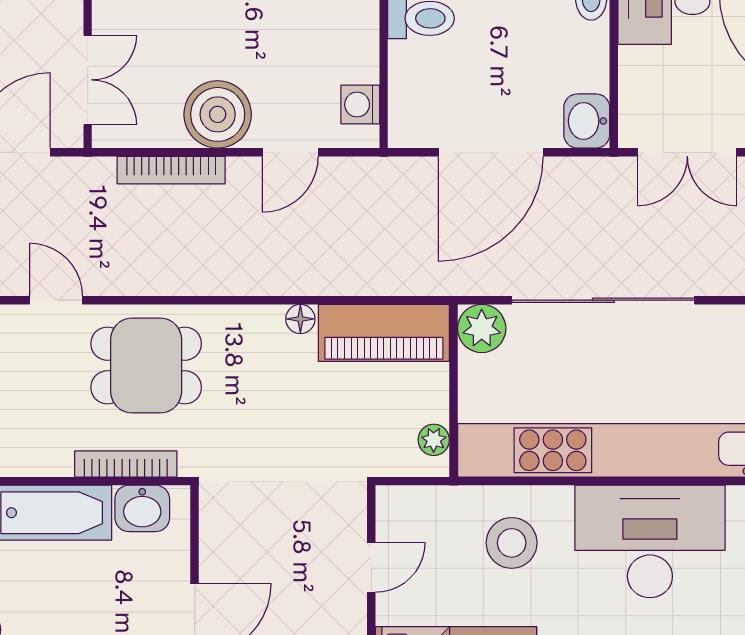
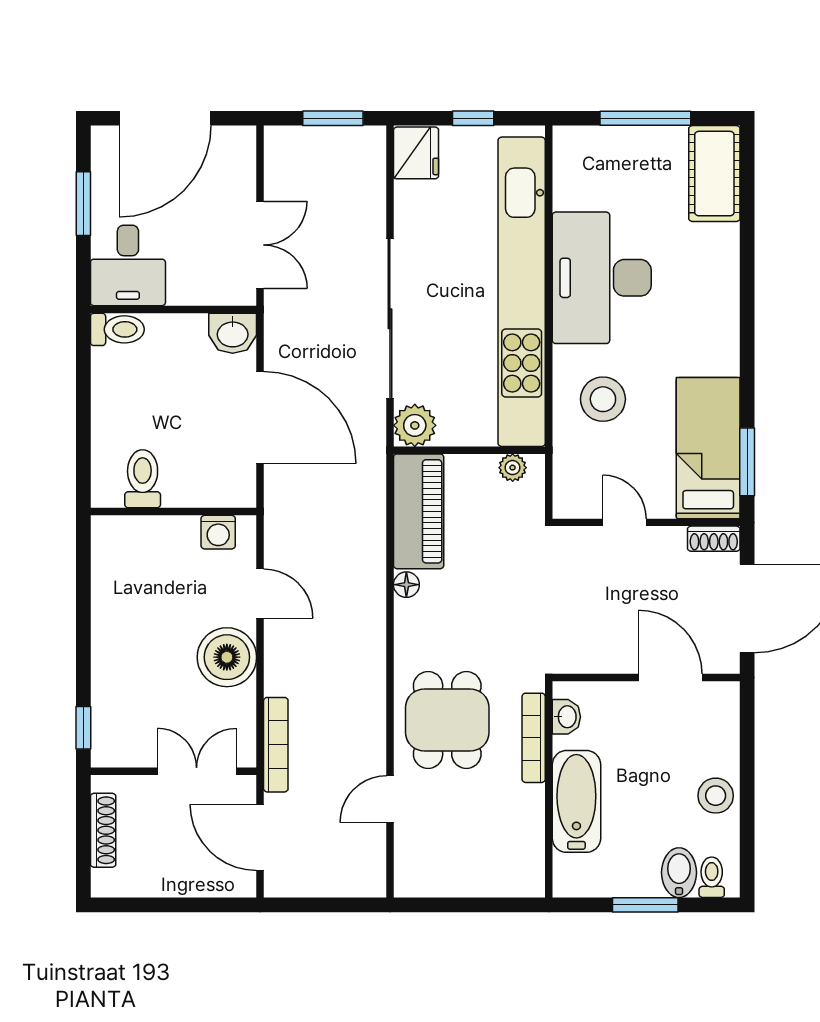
bookcase: (171, 170) -> (276, 745), moved
washbasin: (142, 508) -> (566, 717), width x0.72, depth x0.69

